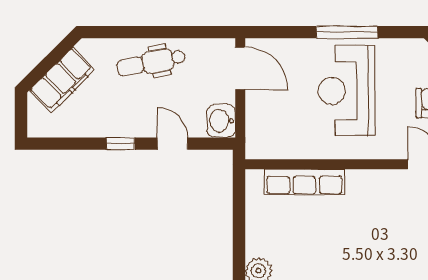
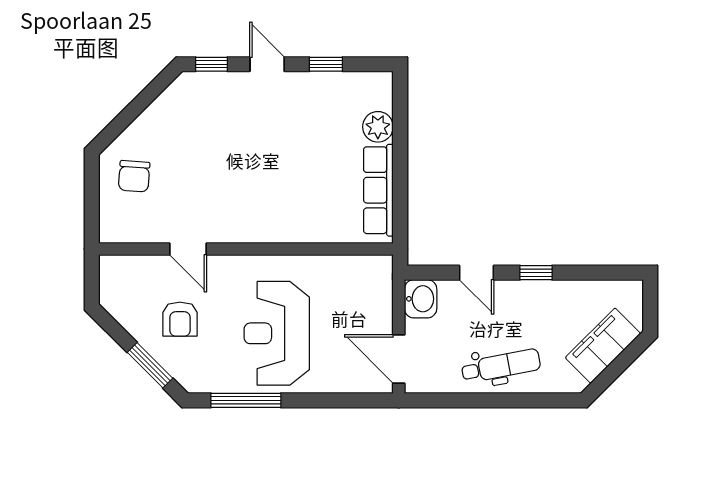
window: (347, 32) -> (246, 400), moved
reception desk: (347, 91) -> (277, 333), turned 180
row of seats: (304, 182) -> (378, 190), moved, turned -90

